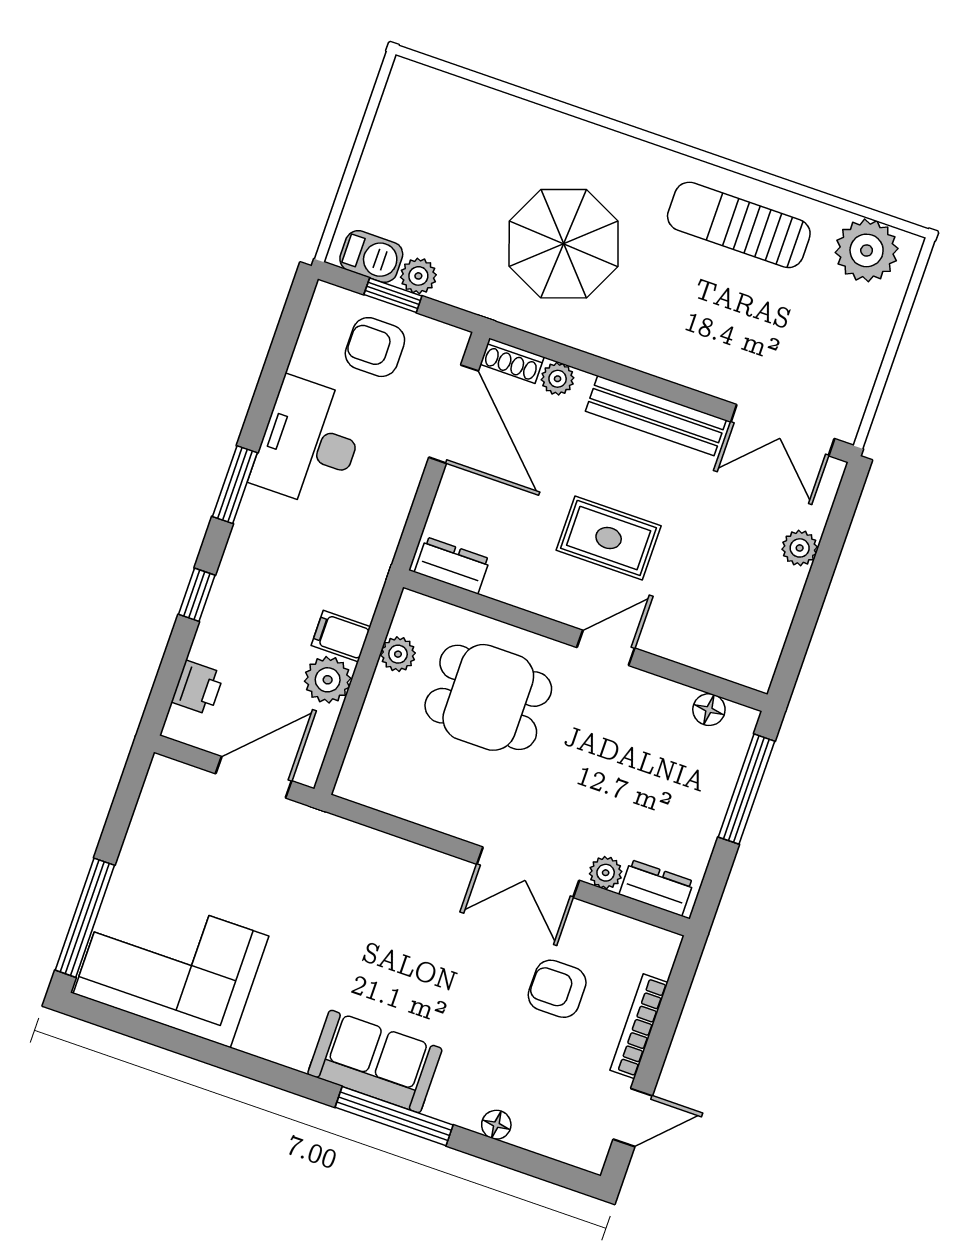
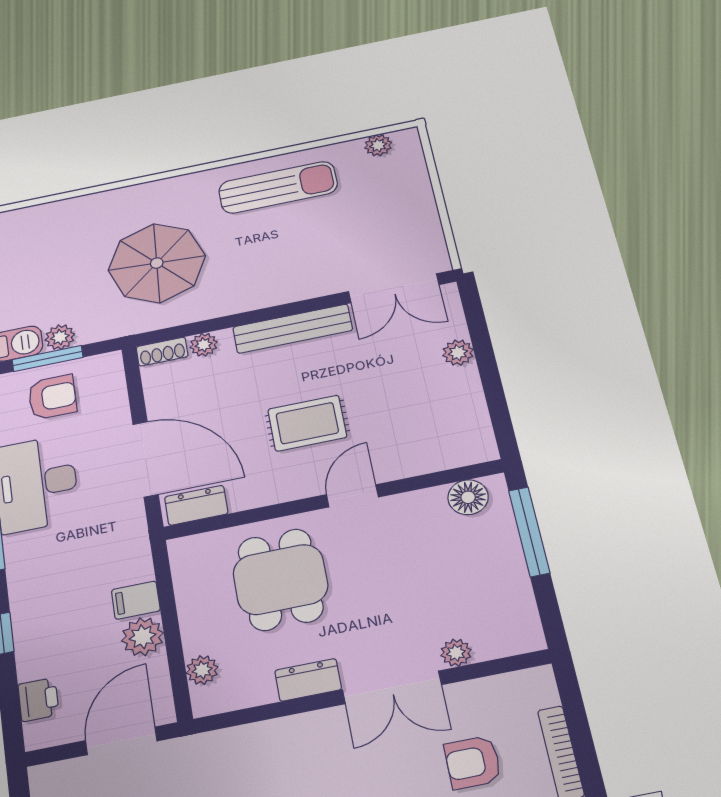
sun lounger: (739, 225) -> (278, 187), turned 180
plant: (867, 250) -> (378, 145), width x0.53, depth x0.53
window: (393, 295) -> (48, 359), width x1.50
armchair: (375, 347) -> (52, 397), turned 180
door: (454, 414) -> (146, 459), moved
plant: (398, 654) -> (202, 670), moved
dining table: (488, 697) -> (280, 579), turned 90
floor lamp: (709, 710) -> (468, 497), width x1.37, depth x1.37
dresser: (656, 888) -> (308, 680), moved

